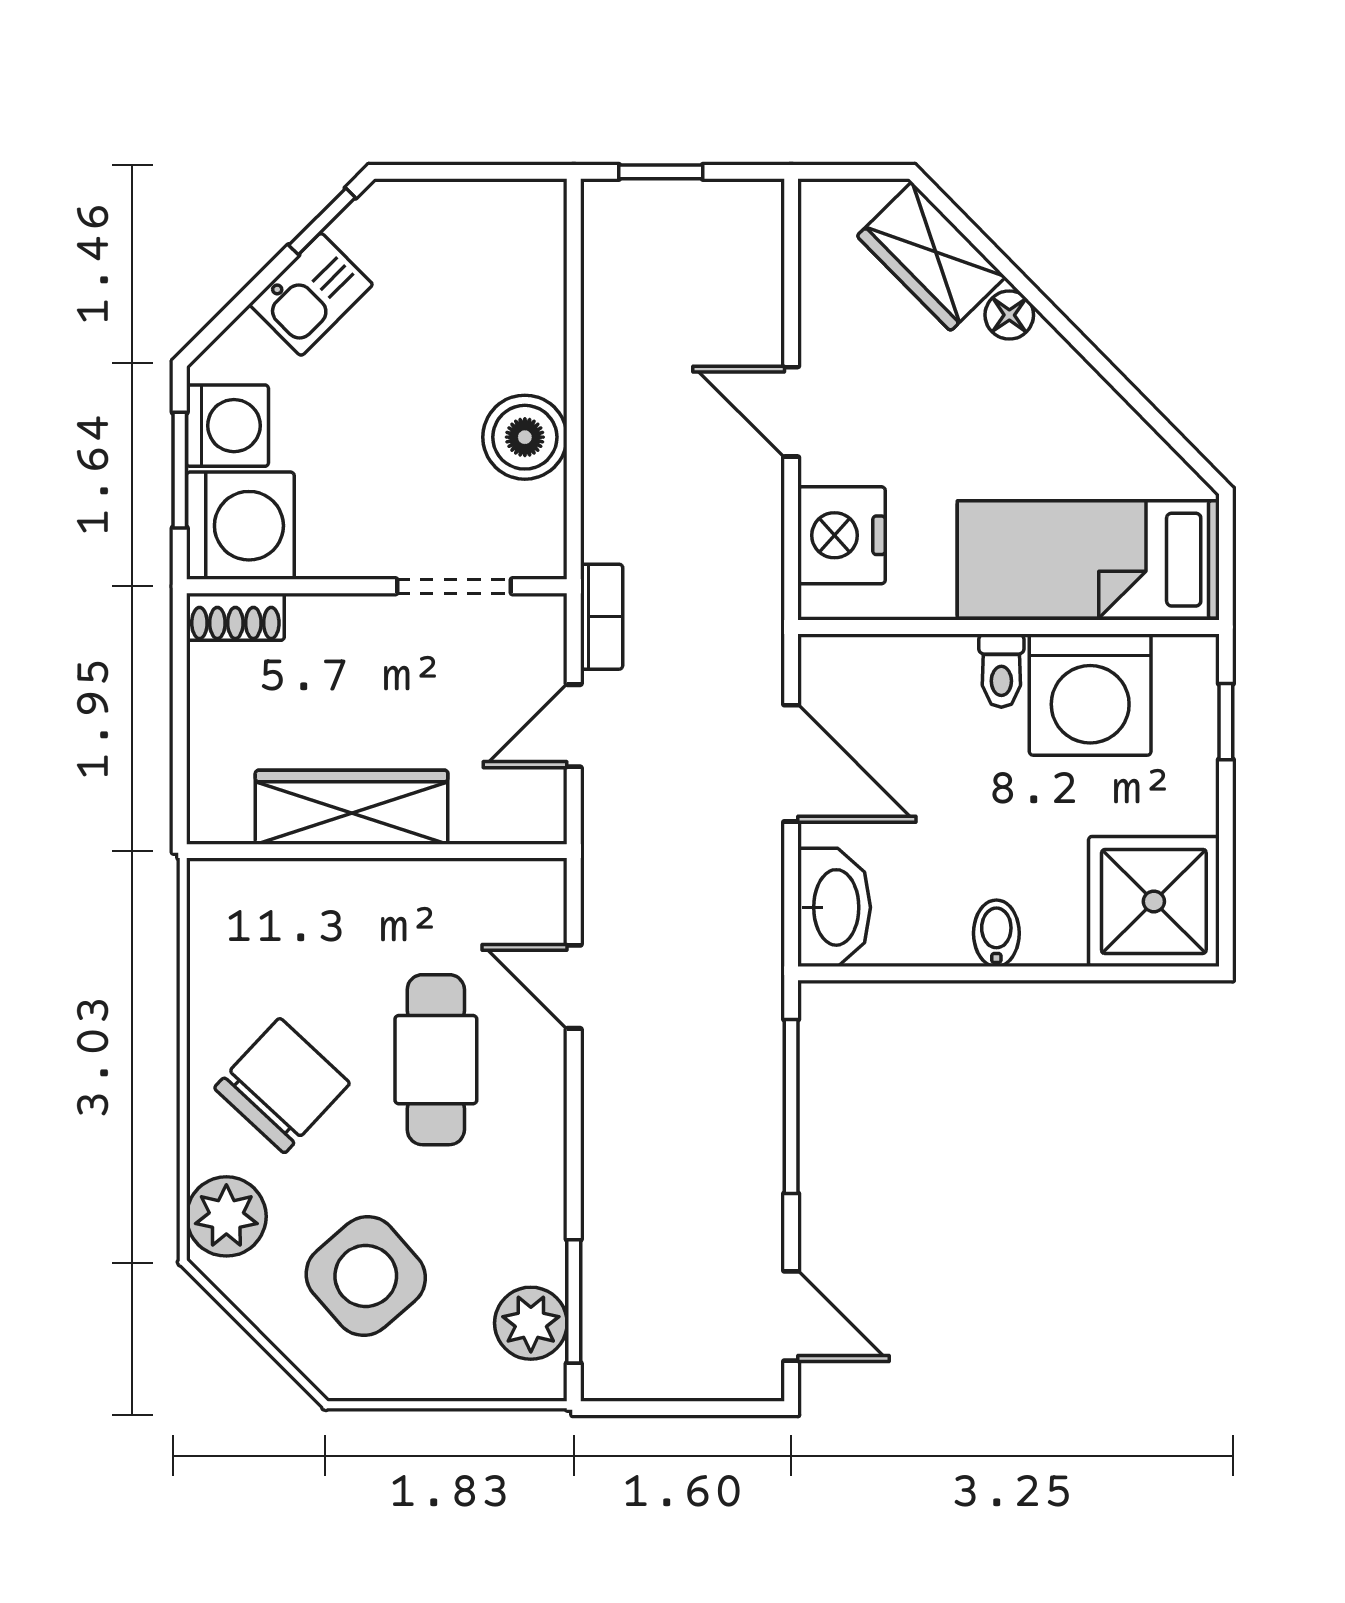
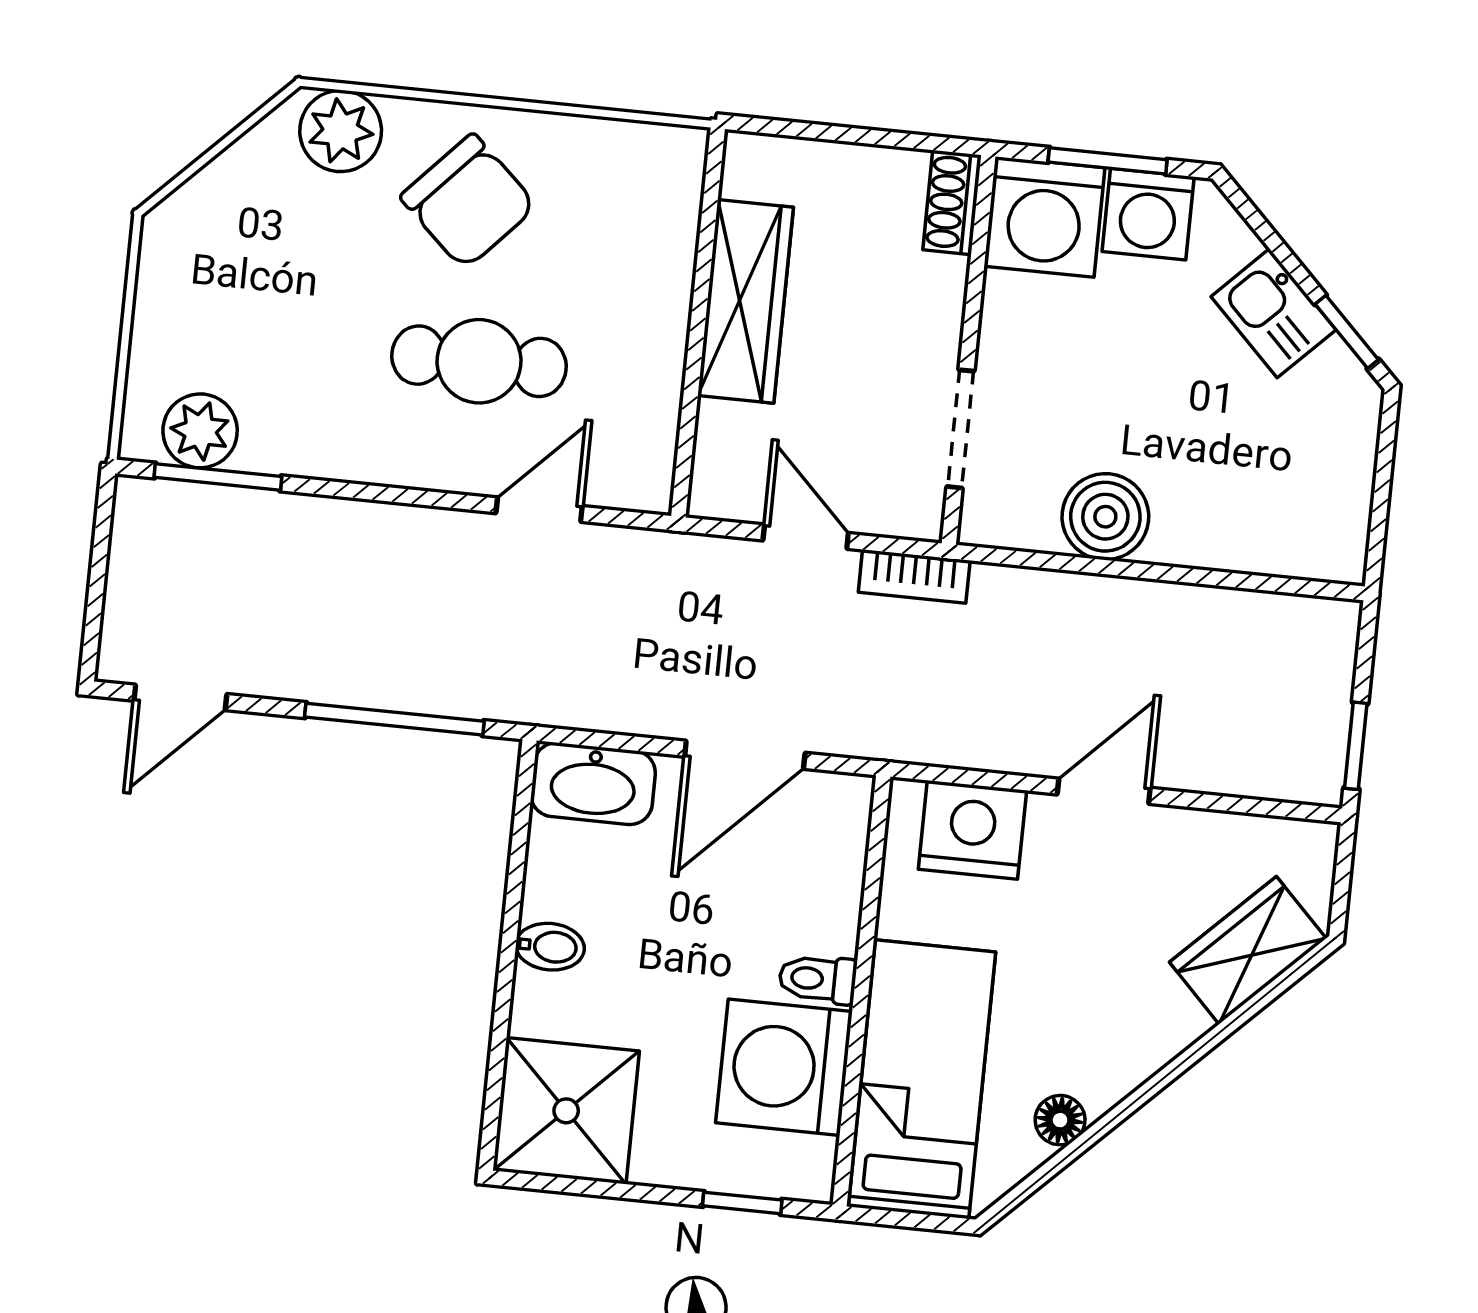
window: (661, 172) -> (1356, 746), moved
floor lamp: (1009, 315) -> (1060, 1120), moved
side table: (366, 1276) -> (265, 267), removed

